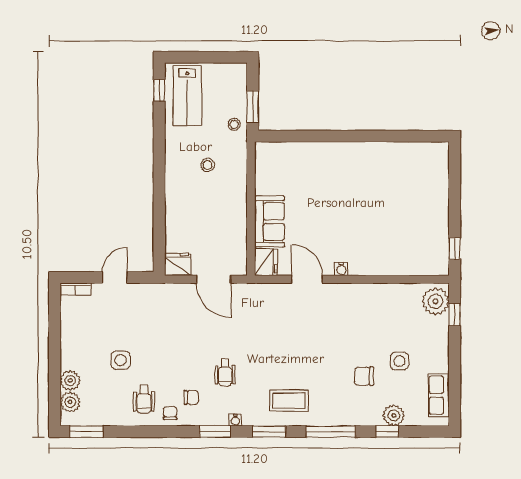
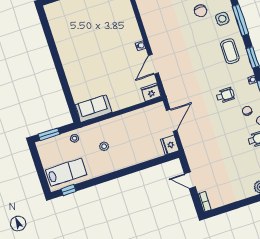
window: (253, 107) -> (49, 134), moved
sofa: (269, 222) -> (93, 109), moved
side table: (121, 360) -> (222, 19), moved

